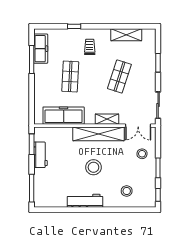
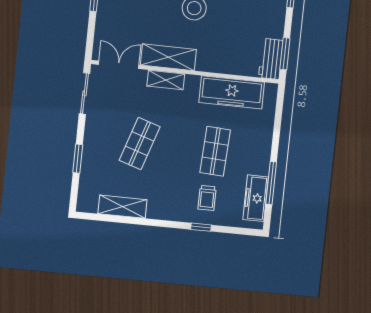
trolley: (90, 47) -> (207, 198), moved
shelving: (99, 134) -> (168, 57), width x0.68
stool: (142, 154) -> (117, 21), removed
workbench: (40, 155) -> (271, 59), moved

